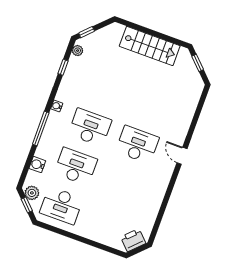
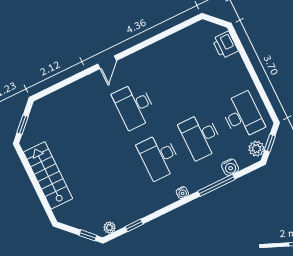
water cooler: (57, 106) -> (182, 193), moved
window: (41, 128) -> (216, 185), moved
printer: (133, 240) -> (225, 45), moved, turned 45

